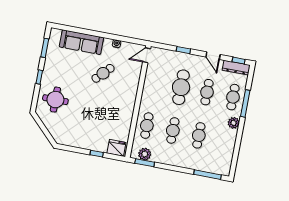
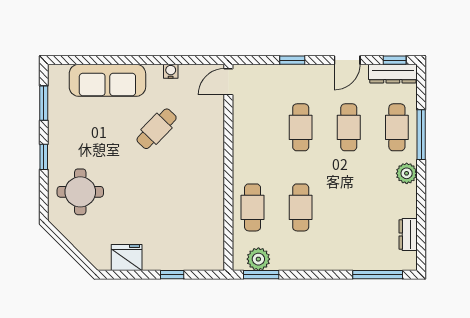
door: (213, 56) -> (347, 60), hinge flipped
cafe table: (181, 87) -> (301, 127), width x0.73, depth x0.74
cafe table: (199, 135) -> (349, 207), removed
fridge: (116, 148) -> (127, 258), moved
dresser: (228, 156) -> (408, 234), added

